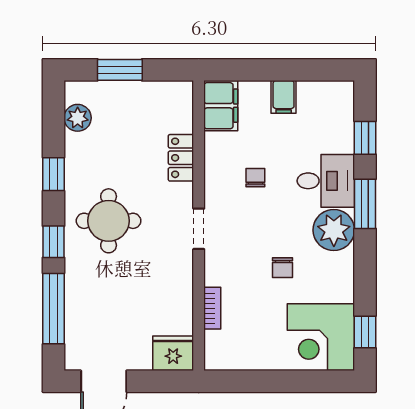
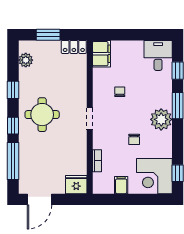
filing cabinet: (284, 97) -> (121, 185), moved, turned 180
locker: (181, 158) -> (74, 47), moved, turned -90
desk: (326, 181) -> (158, 55), moved, turned -90

